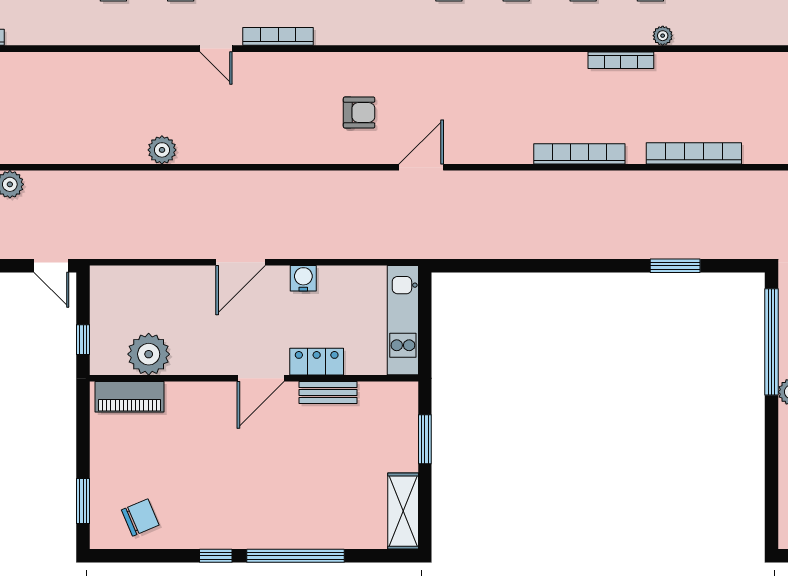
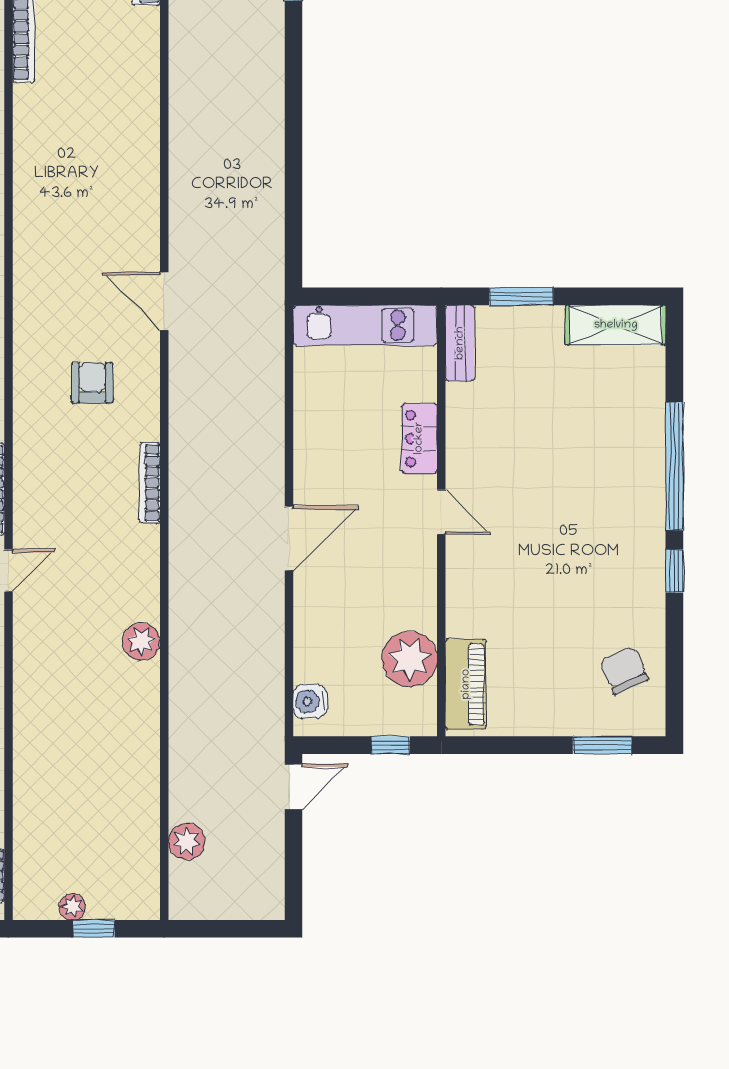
bookcase: (579, 154) -> (150, 483), moved, width x0.68, depth x0.76
door: (241, 262) -> (289, 538), hinge flipped
water cooler: (303, 278) -> (310, 701), moved
door: (261, 378) -> (441, 512), width x0.73
bench: (328, 393) -> (460, 343), moved

